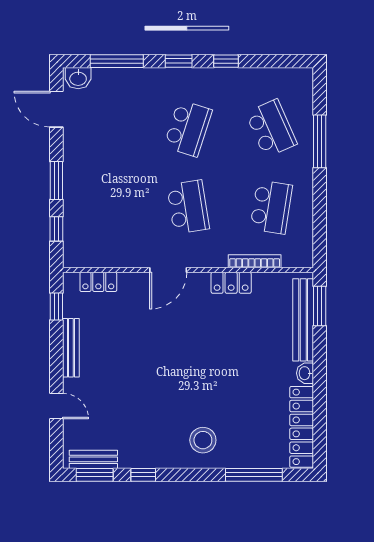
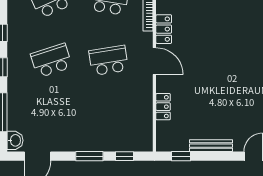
school desk: (188, 128) -> (51, 60), turned -36
door: (168, 270) -> (154, 61), moved
locker: (98, 282) -> (163, 107), moved

